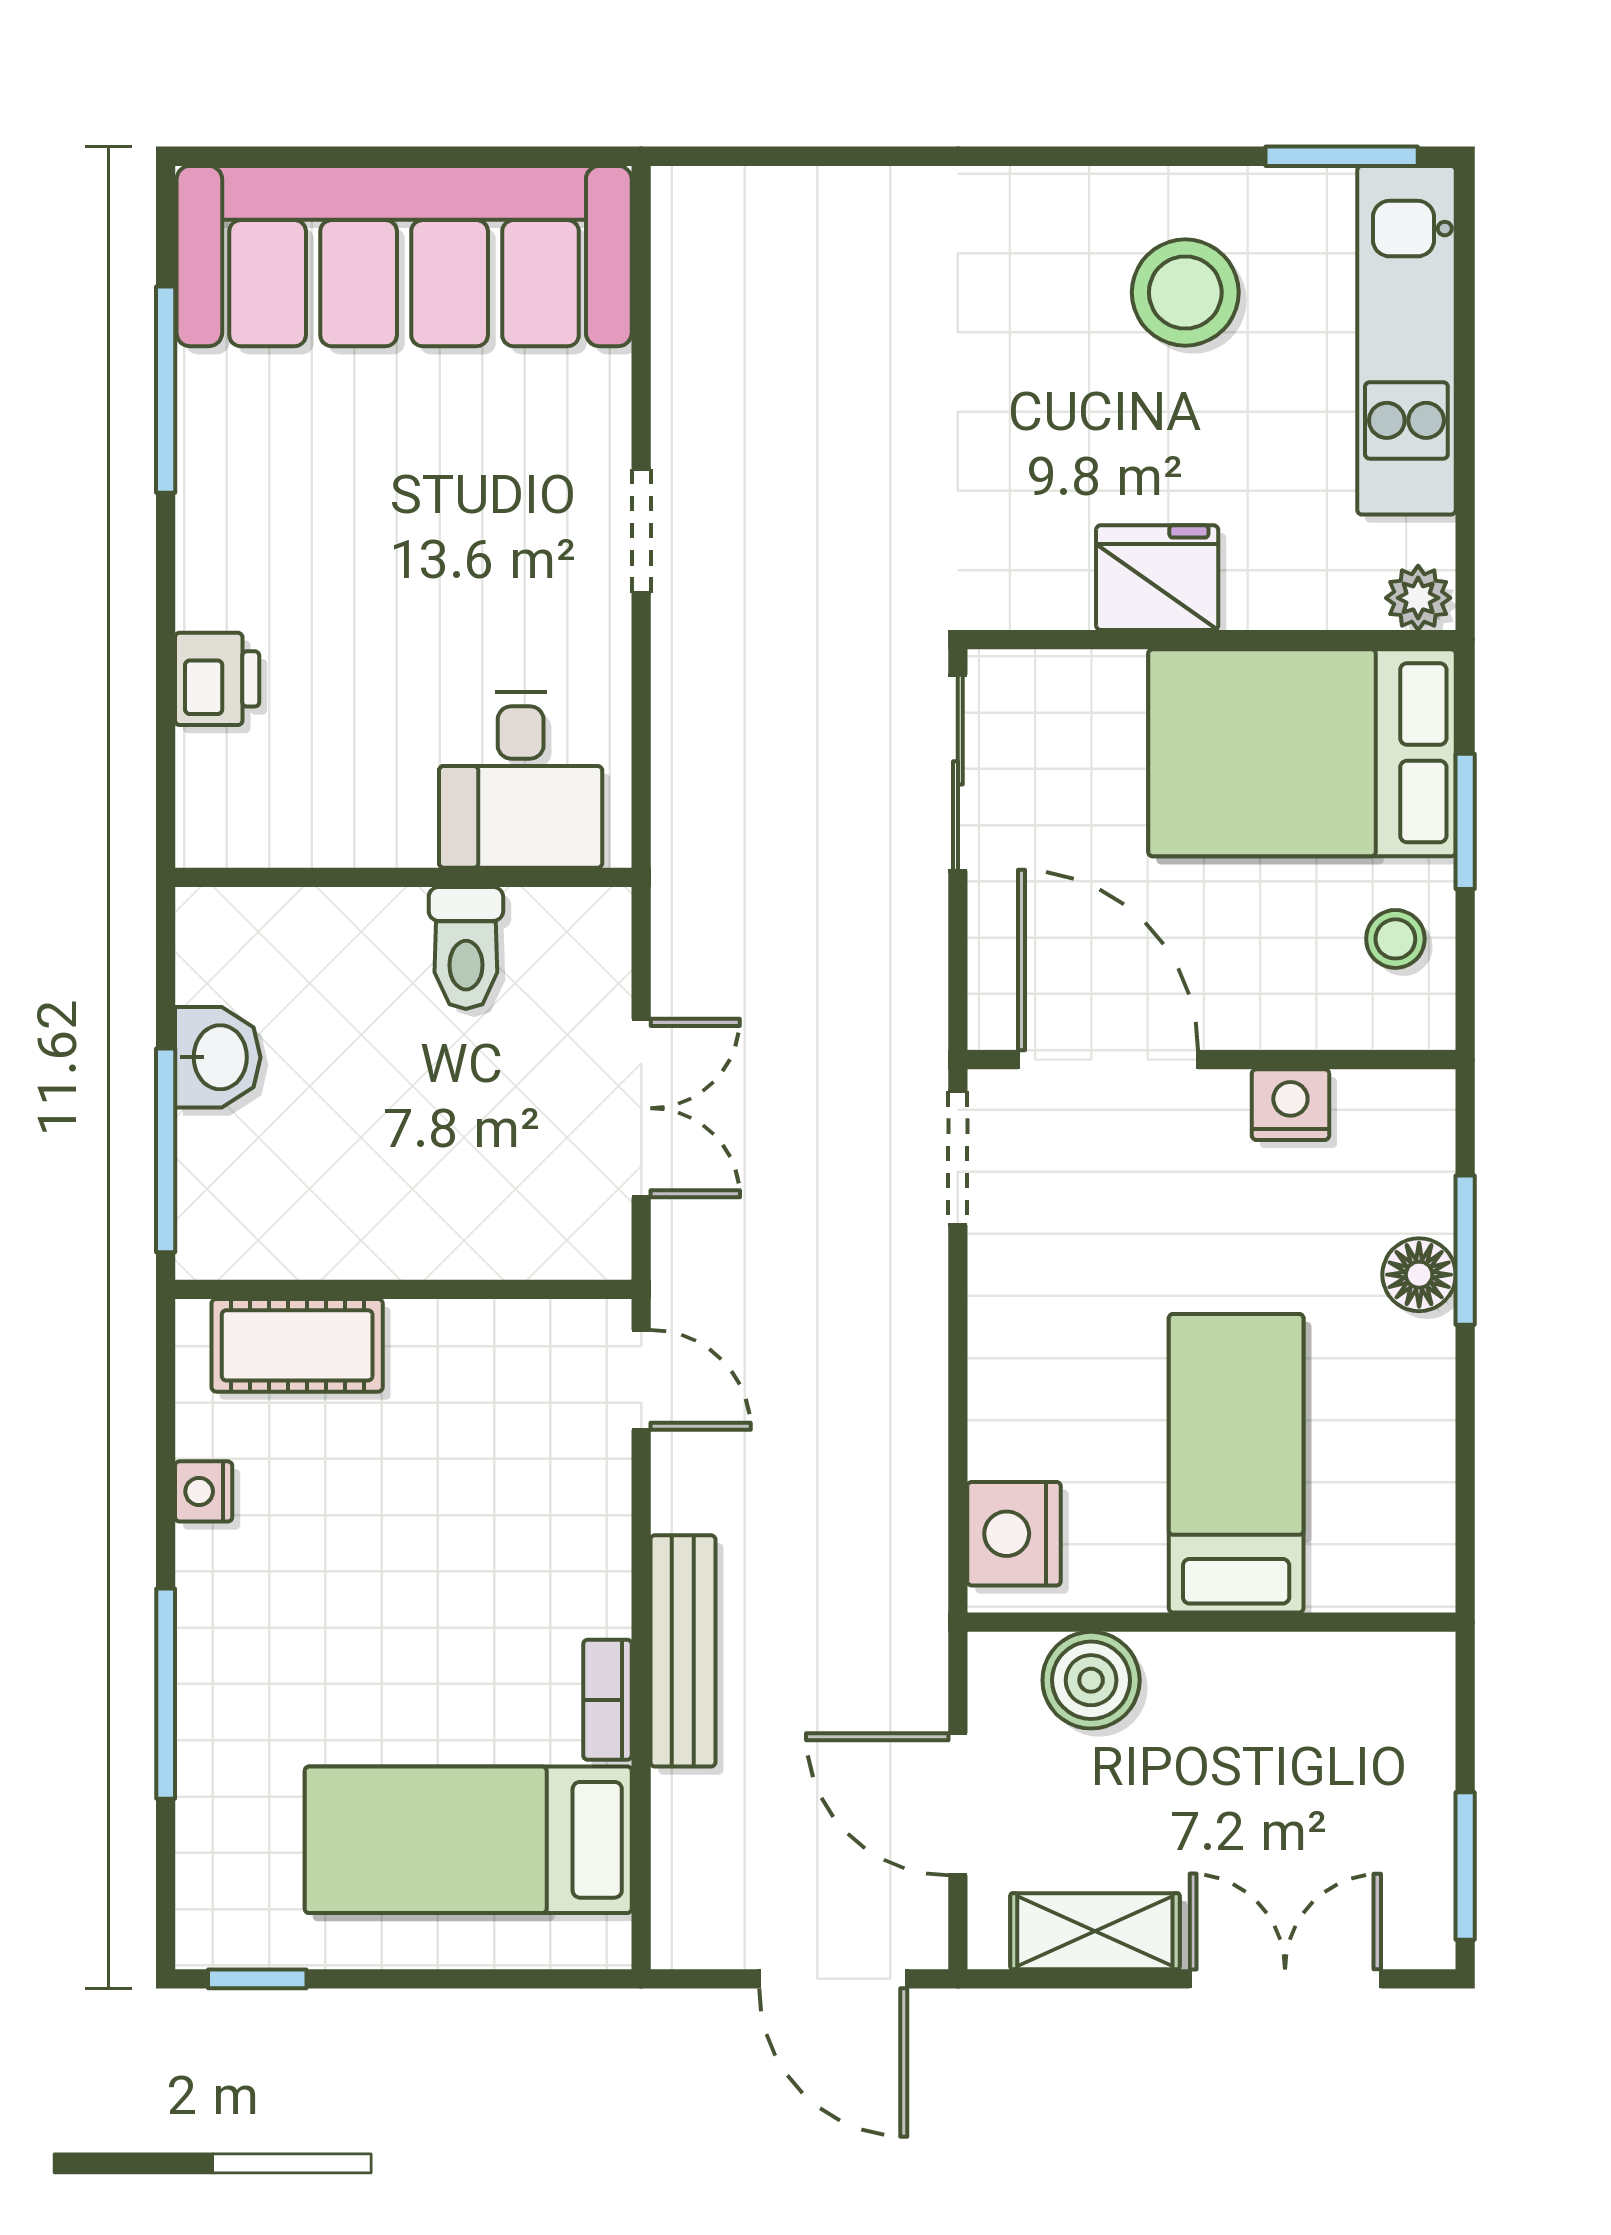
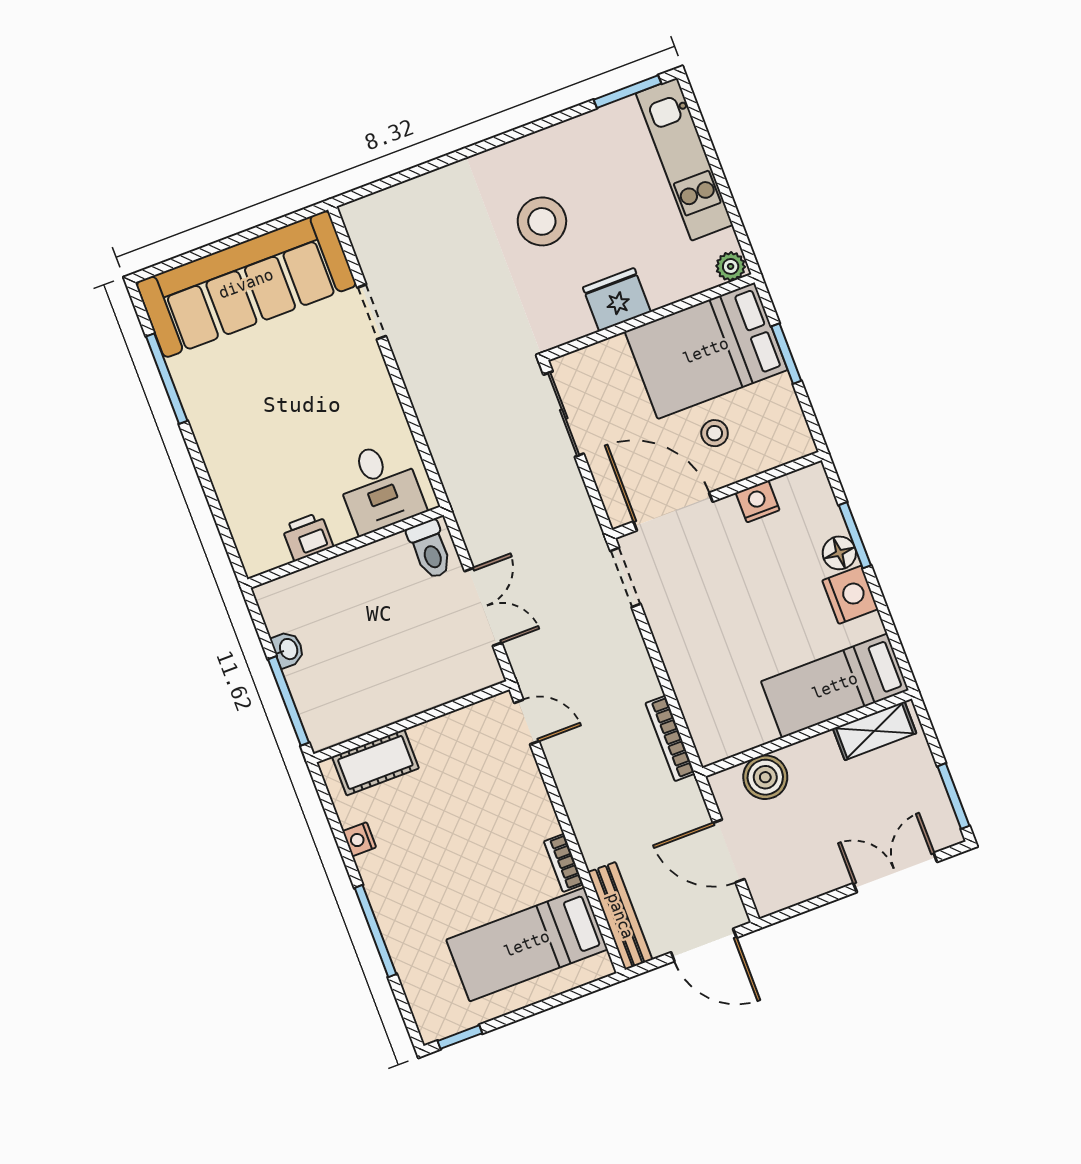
stool: (1185, 292) -> (542, 221), moved
doorway: (641, 531) -> (372, 312), moved
printer: (217, 679) -> (307, 537), moved, turned -90
stool: (1395, 939) -> (715, 433), moved
toilet: (466, 948) -> (430, 549), moved
washbasin: (218, 1057) -> (288, 649), width x0.72, depth x0.69
bed: (1236, 1463) -> (835, 686), moved, turned -90
bookcase: (925, 1526) -> (670, 738), added
nightstand: (1014, 1534) -> (850, 595), moved, turned 180
bench: (683, 1651) -> (620, 916), moved
shelving: (1095, 1931) -> (875, 731), moved

